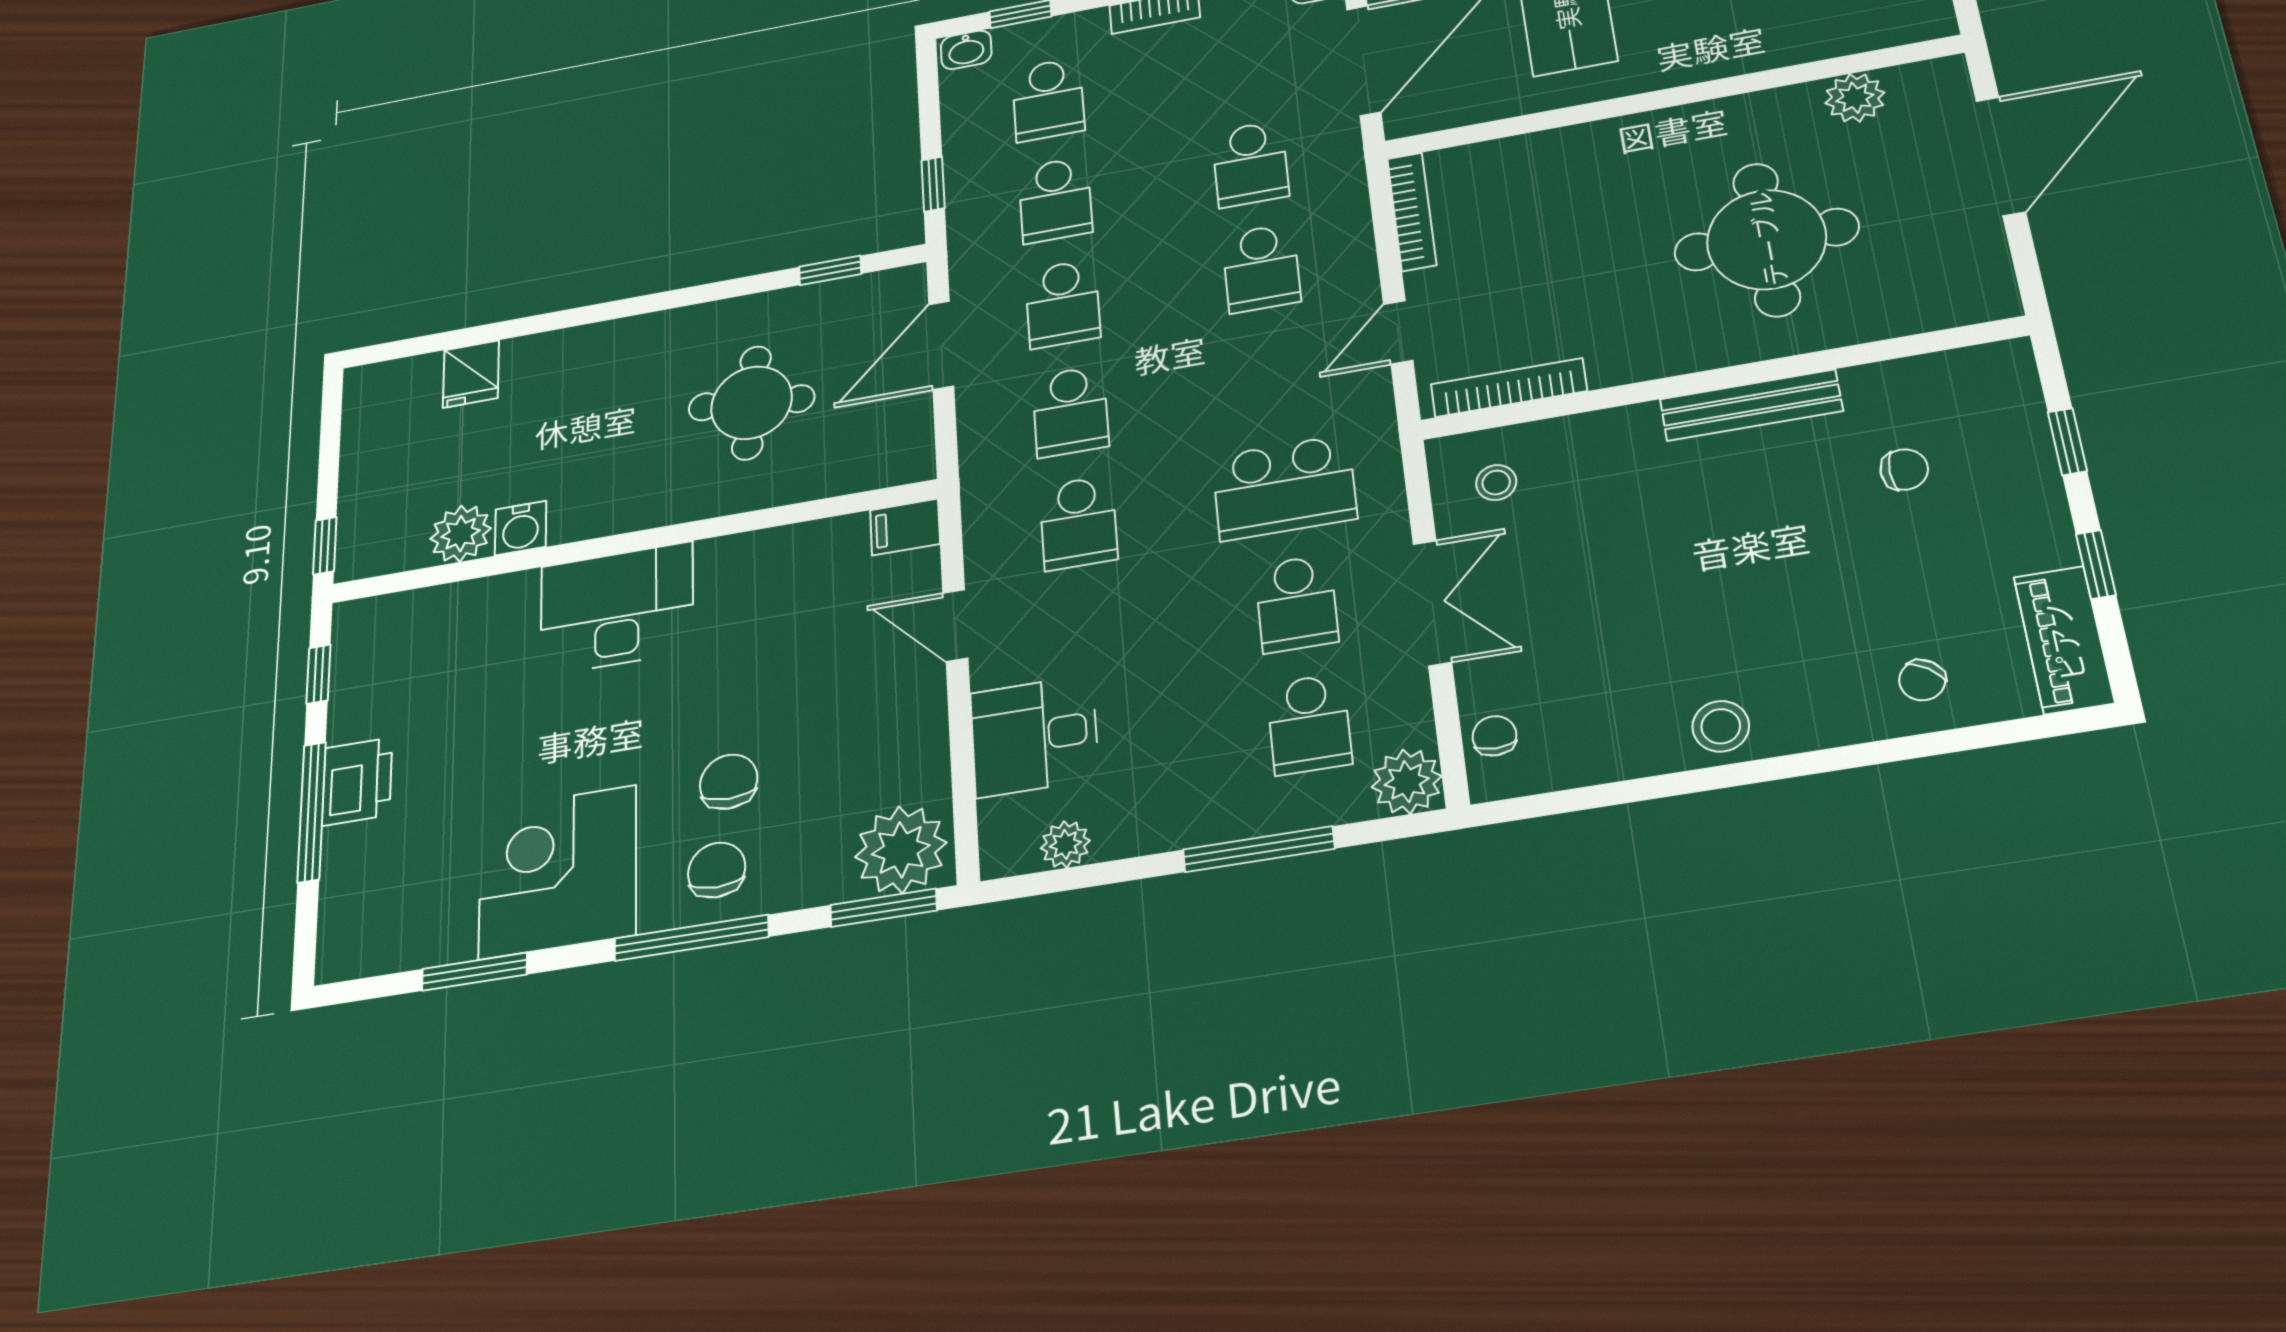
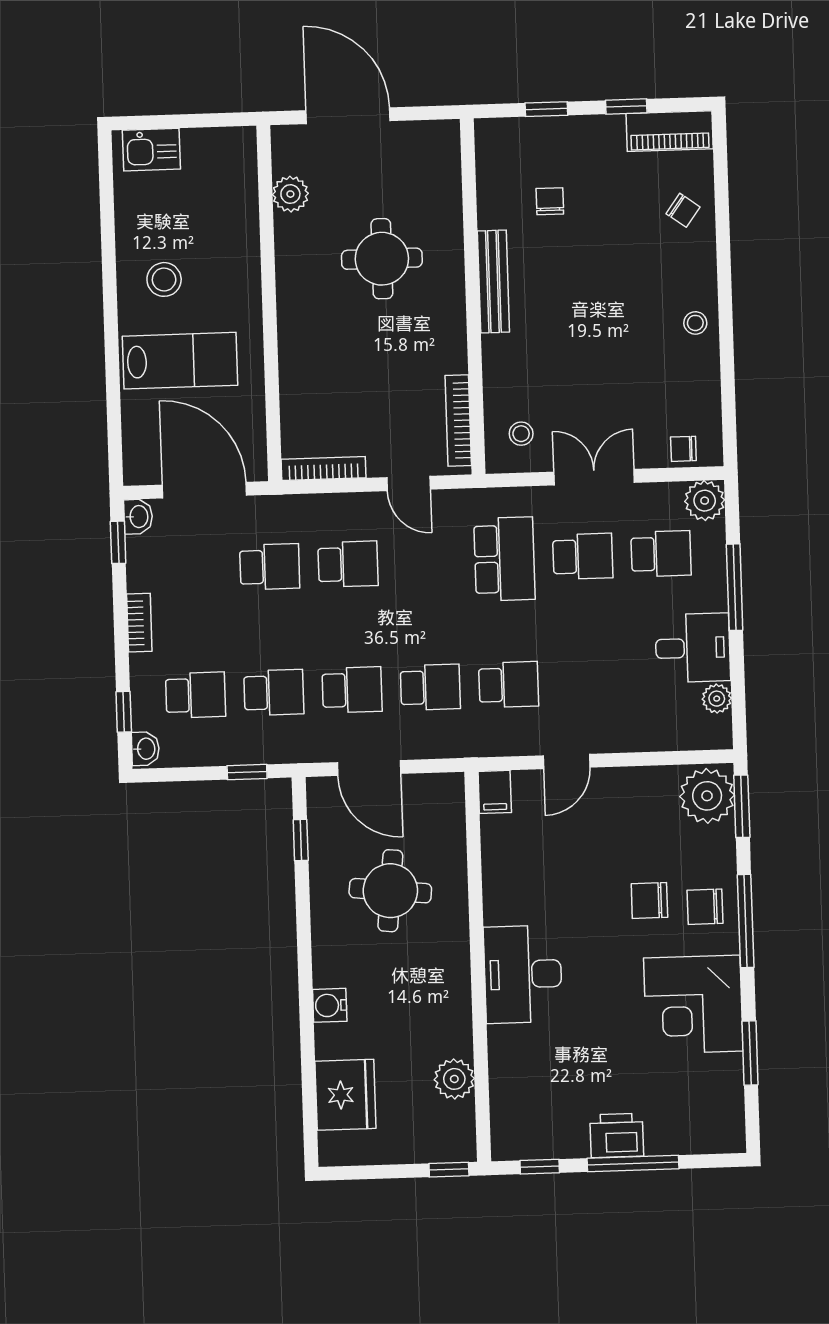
round table: (1767, 239) -> (382, 259), width x0.73, depth x0.73
fridge: (471, 374) -> (345, 1095), width x1.88, depth x1.34
water cooler: (521, 528) -> (330, 1005), moved, turned 180
stool: (1721, 726) -> (695, 323), width x0.73, depth x0.73
desk: (1034, 736) -> (693, 648), moved, turned -90

